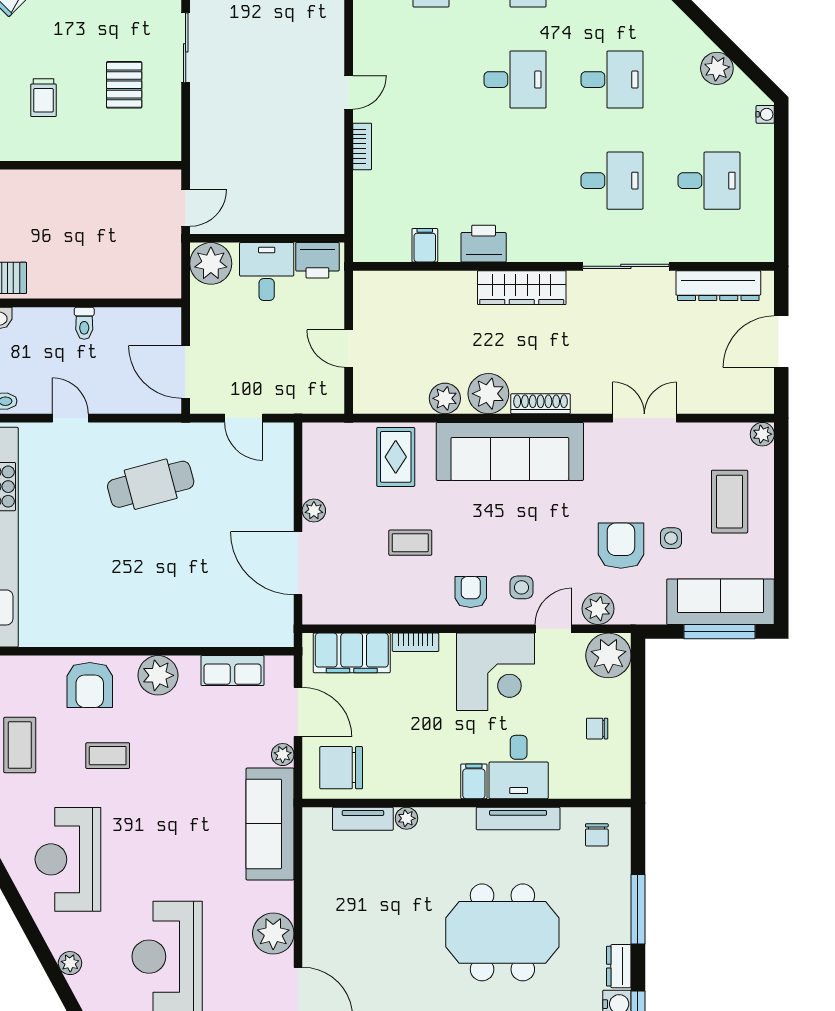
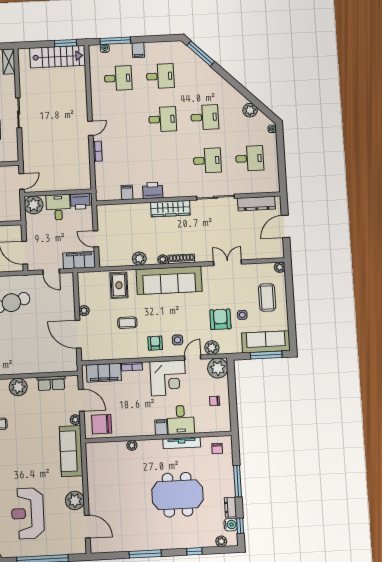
plant: (488, 394) -> (163, 259), width x0.53, depth x0.53
filing cabinet: (308, 395) -> (79, 260), added
tv unit: (363, 819) -> (112, 447), removed

